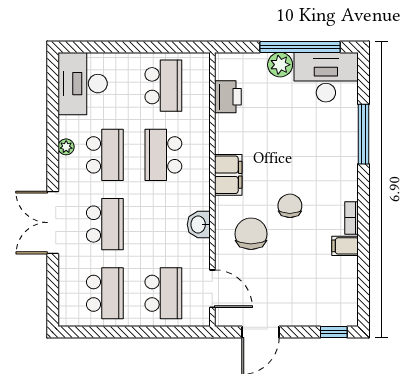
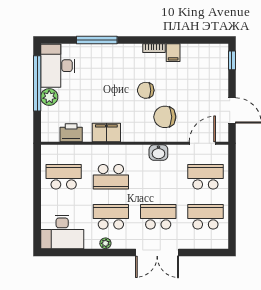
filing cabinet: (228, 175) -> (106, 132), moved

